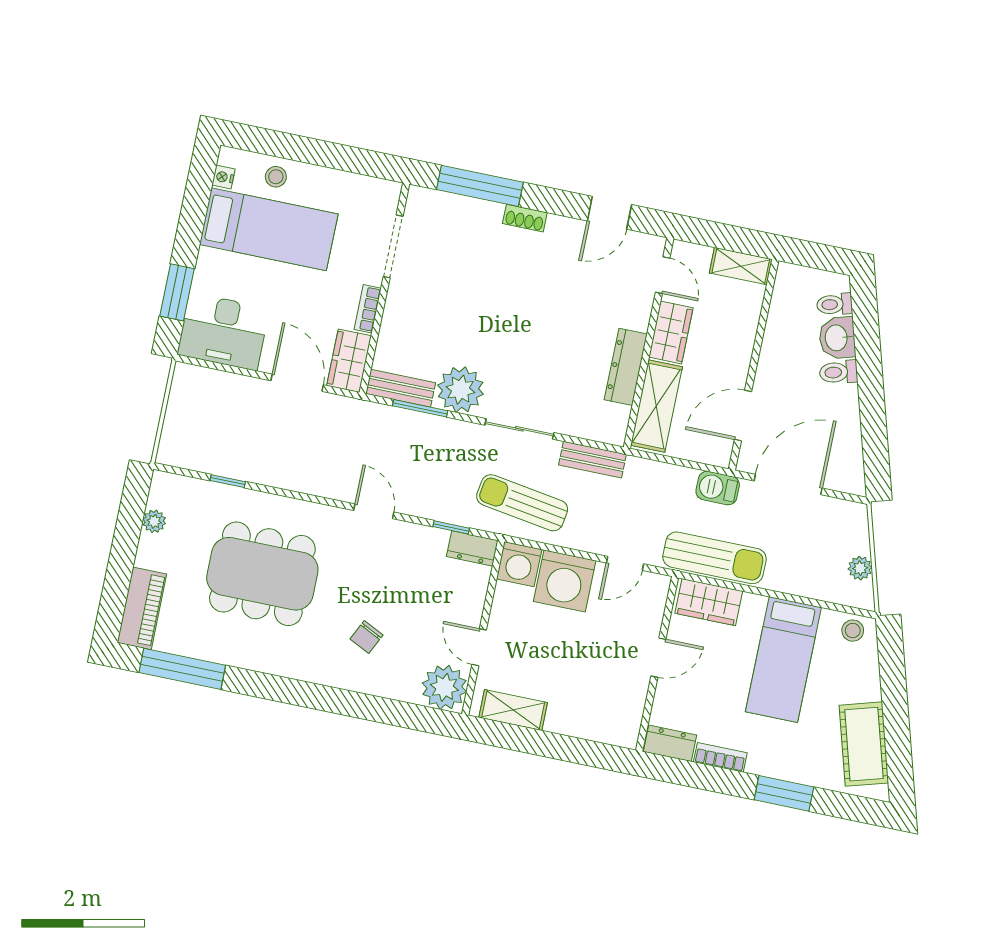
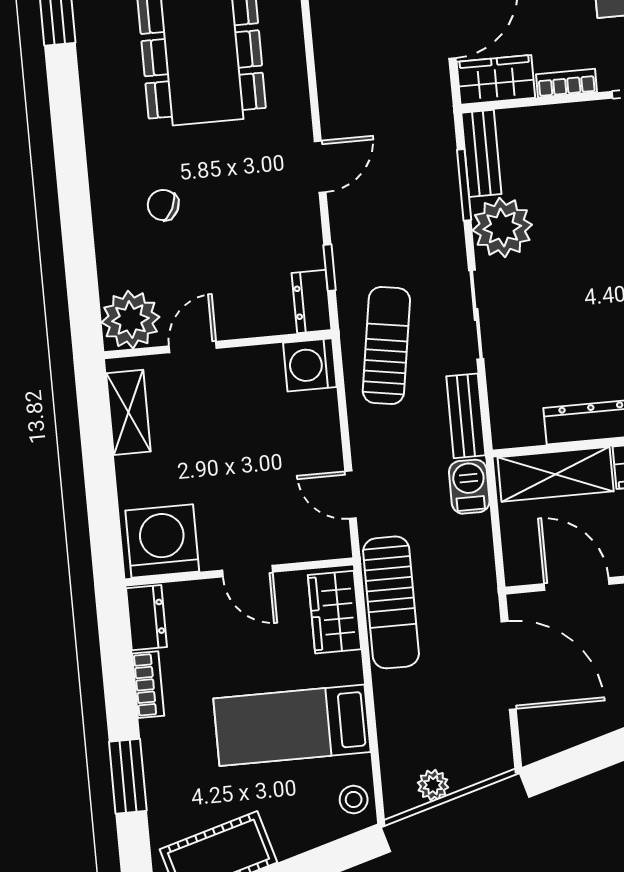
barbecue: (718, 488) -> (469, 487), moved
washing machine: (565, 581) -> (162, 541), moved, turned 90

